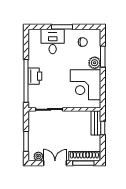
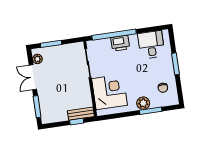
desk: (53, 41) -> (151, 45), moved, turned -90
corner desk: (85, 85) -> (109, 92), moved, turned 90
shoe rack: (84, 156) -> (45, 107), removed
double door: (55, 163) -> (33, 77), swing flipped

